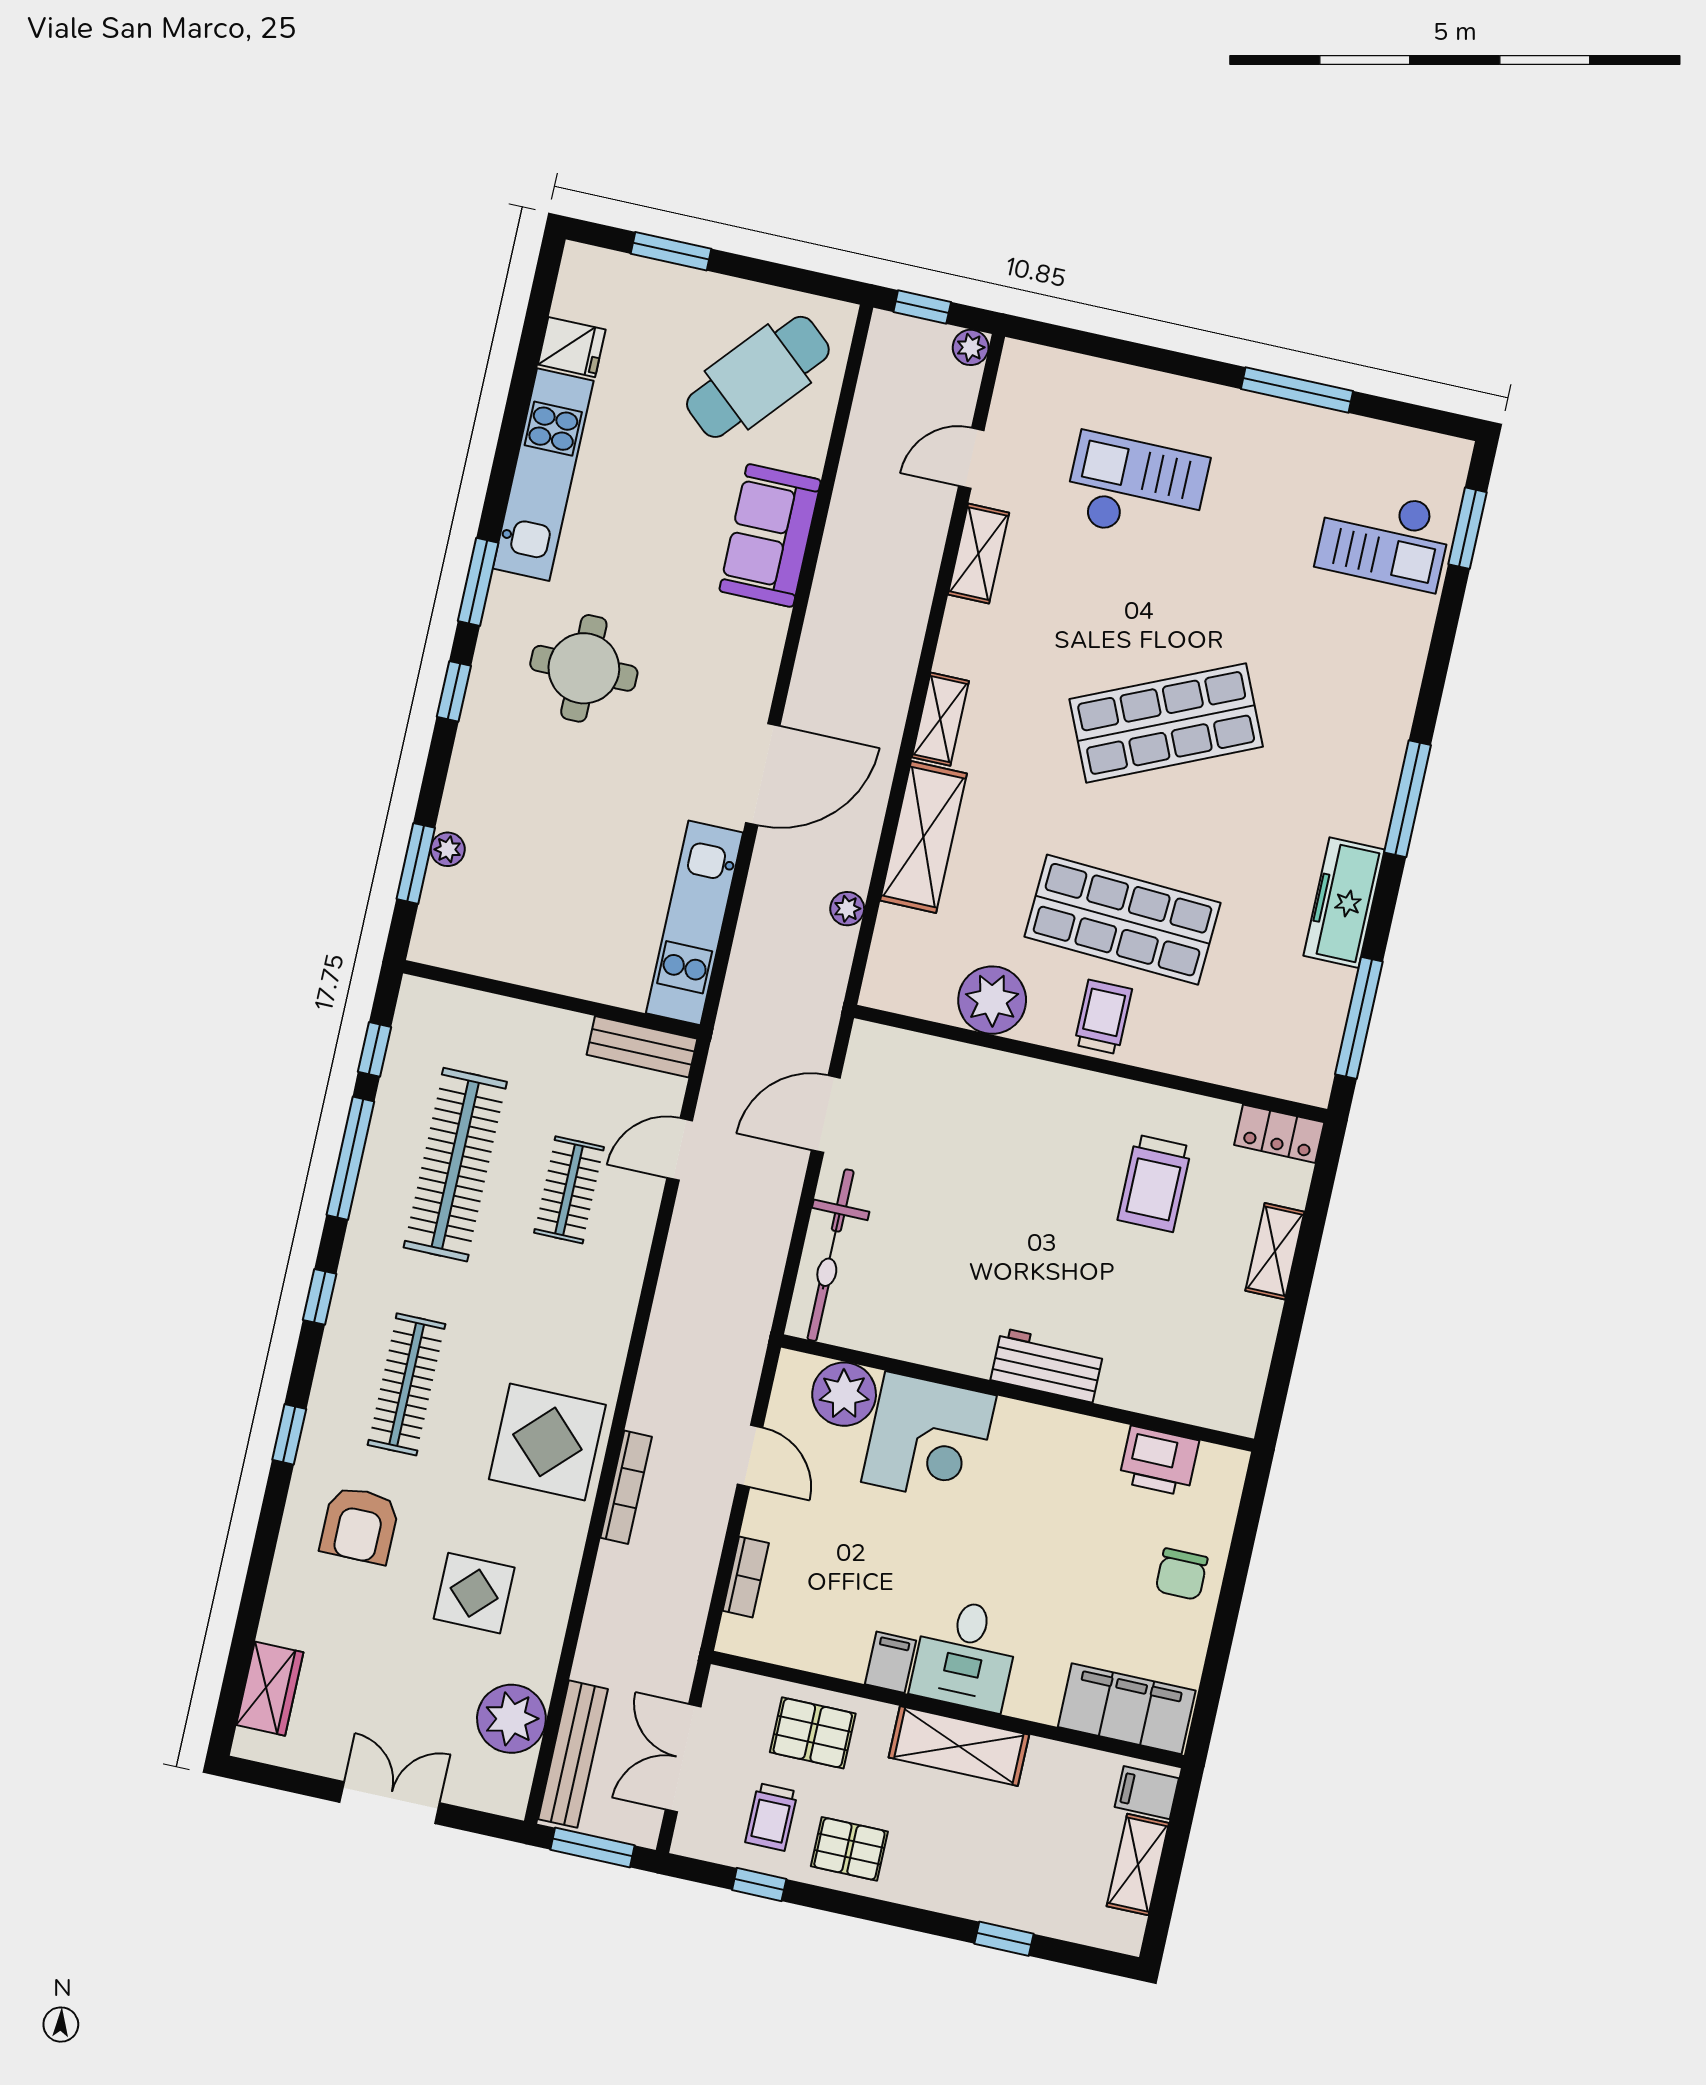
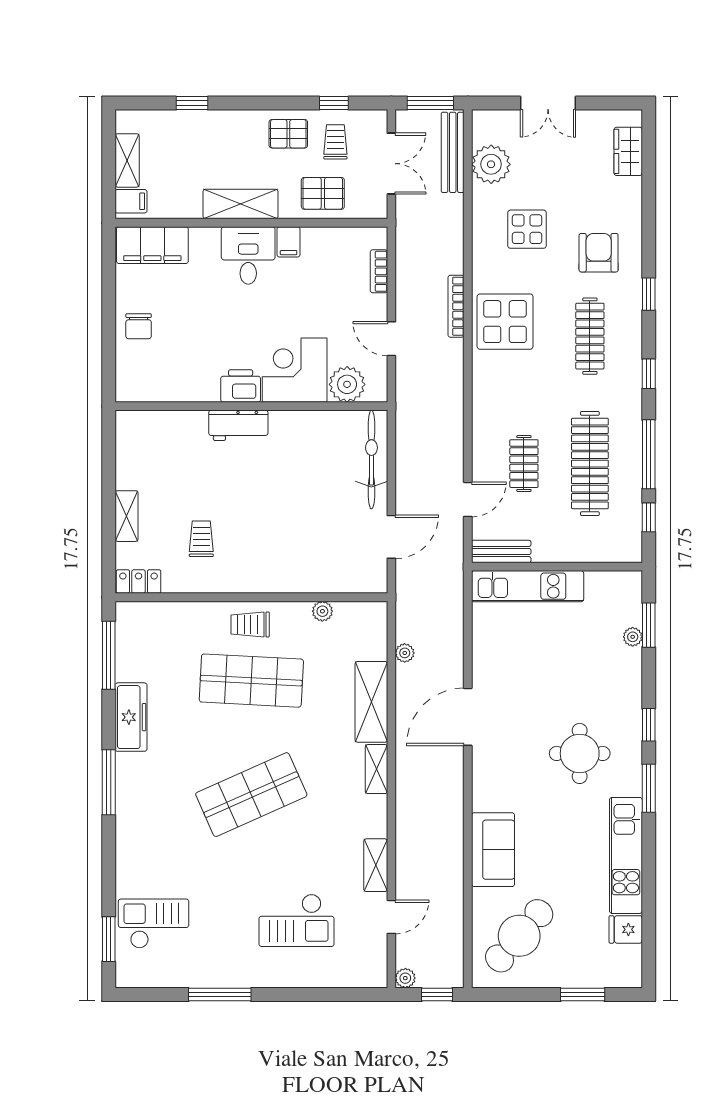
kitchen unit: (694, 923) -> (528, 586), moved, turned 90
plant: (992, 1000) -> (322, 611), width x0.53, depth x0.53
trolley: (1103, 1017) -> (250, 624), turned 90
trolley: (1155, 1183) -> (201, 539), width x0.73, depth x0.72
printer: (1159, 1461) -> (241, 386), moved
chair: (1181, 1574) -> (139, 326), turned 180

